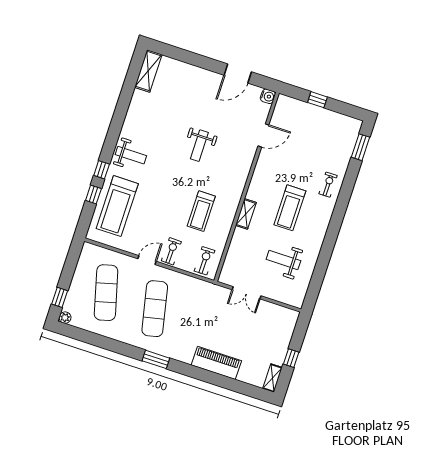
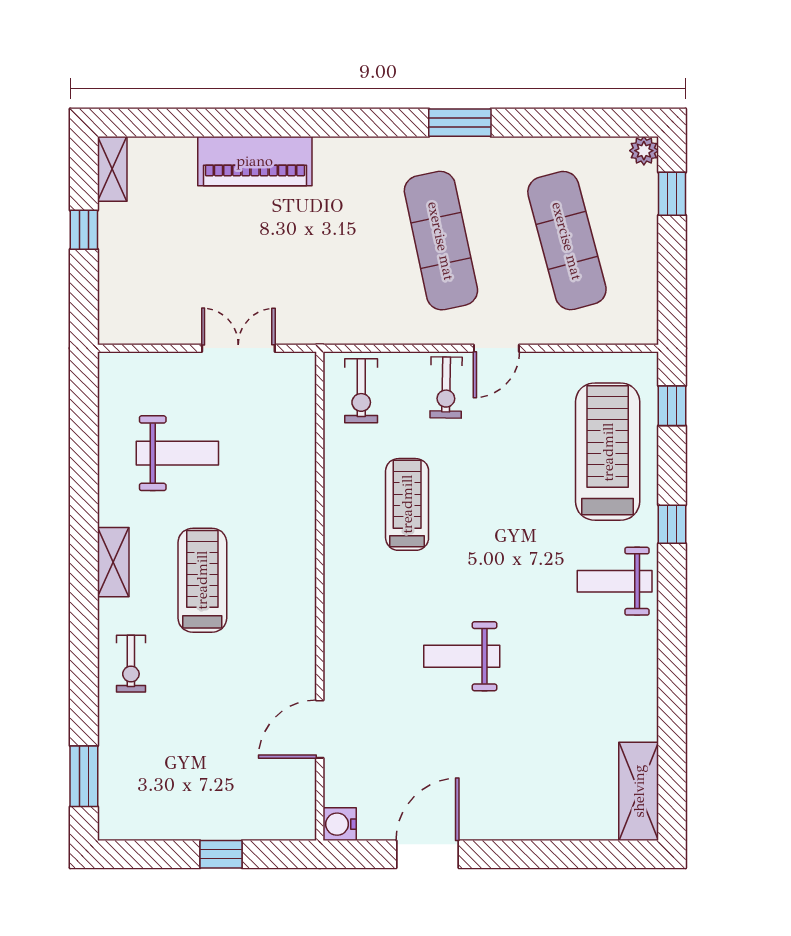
weight bench: (199, 146) -> (462, 656), turned -90
window: (93, 194) -> (672, 406), moved
shelving: (246, 214) -> (113, 562), moved
window: (156, 359) -> (460, 123), moved

